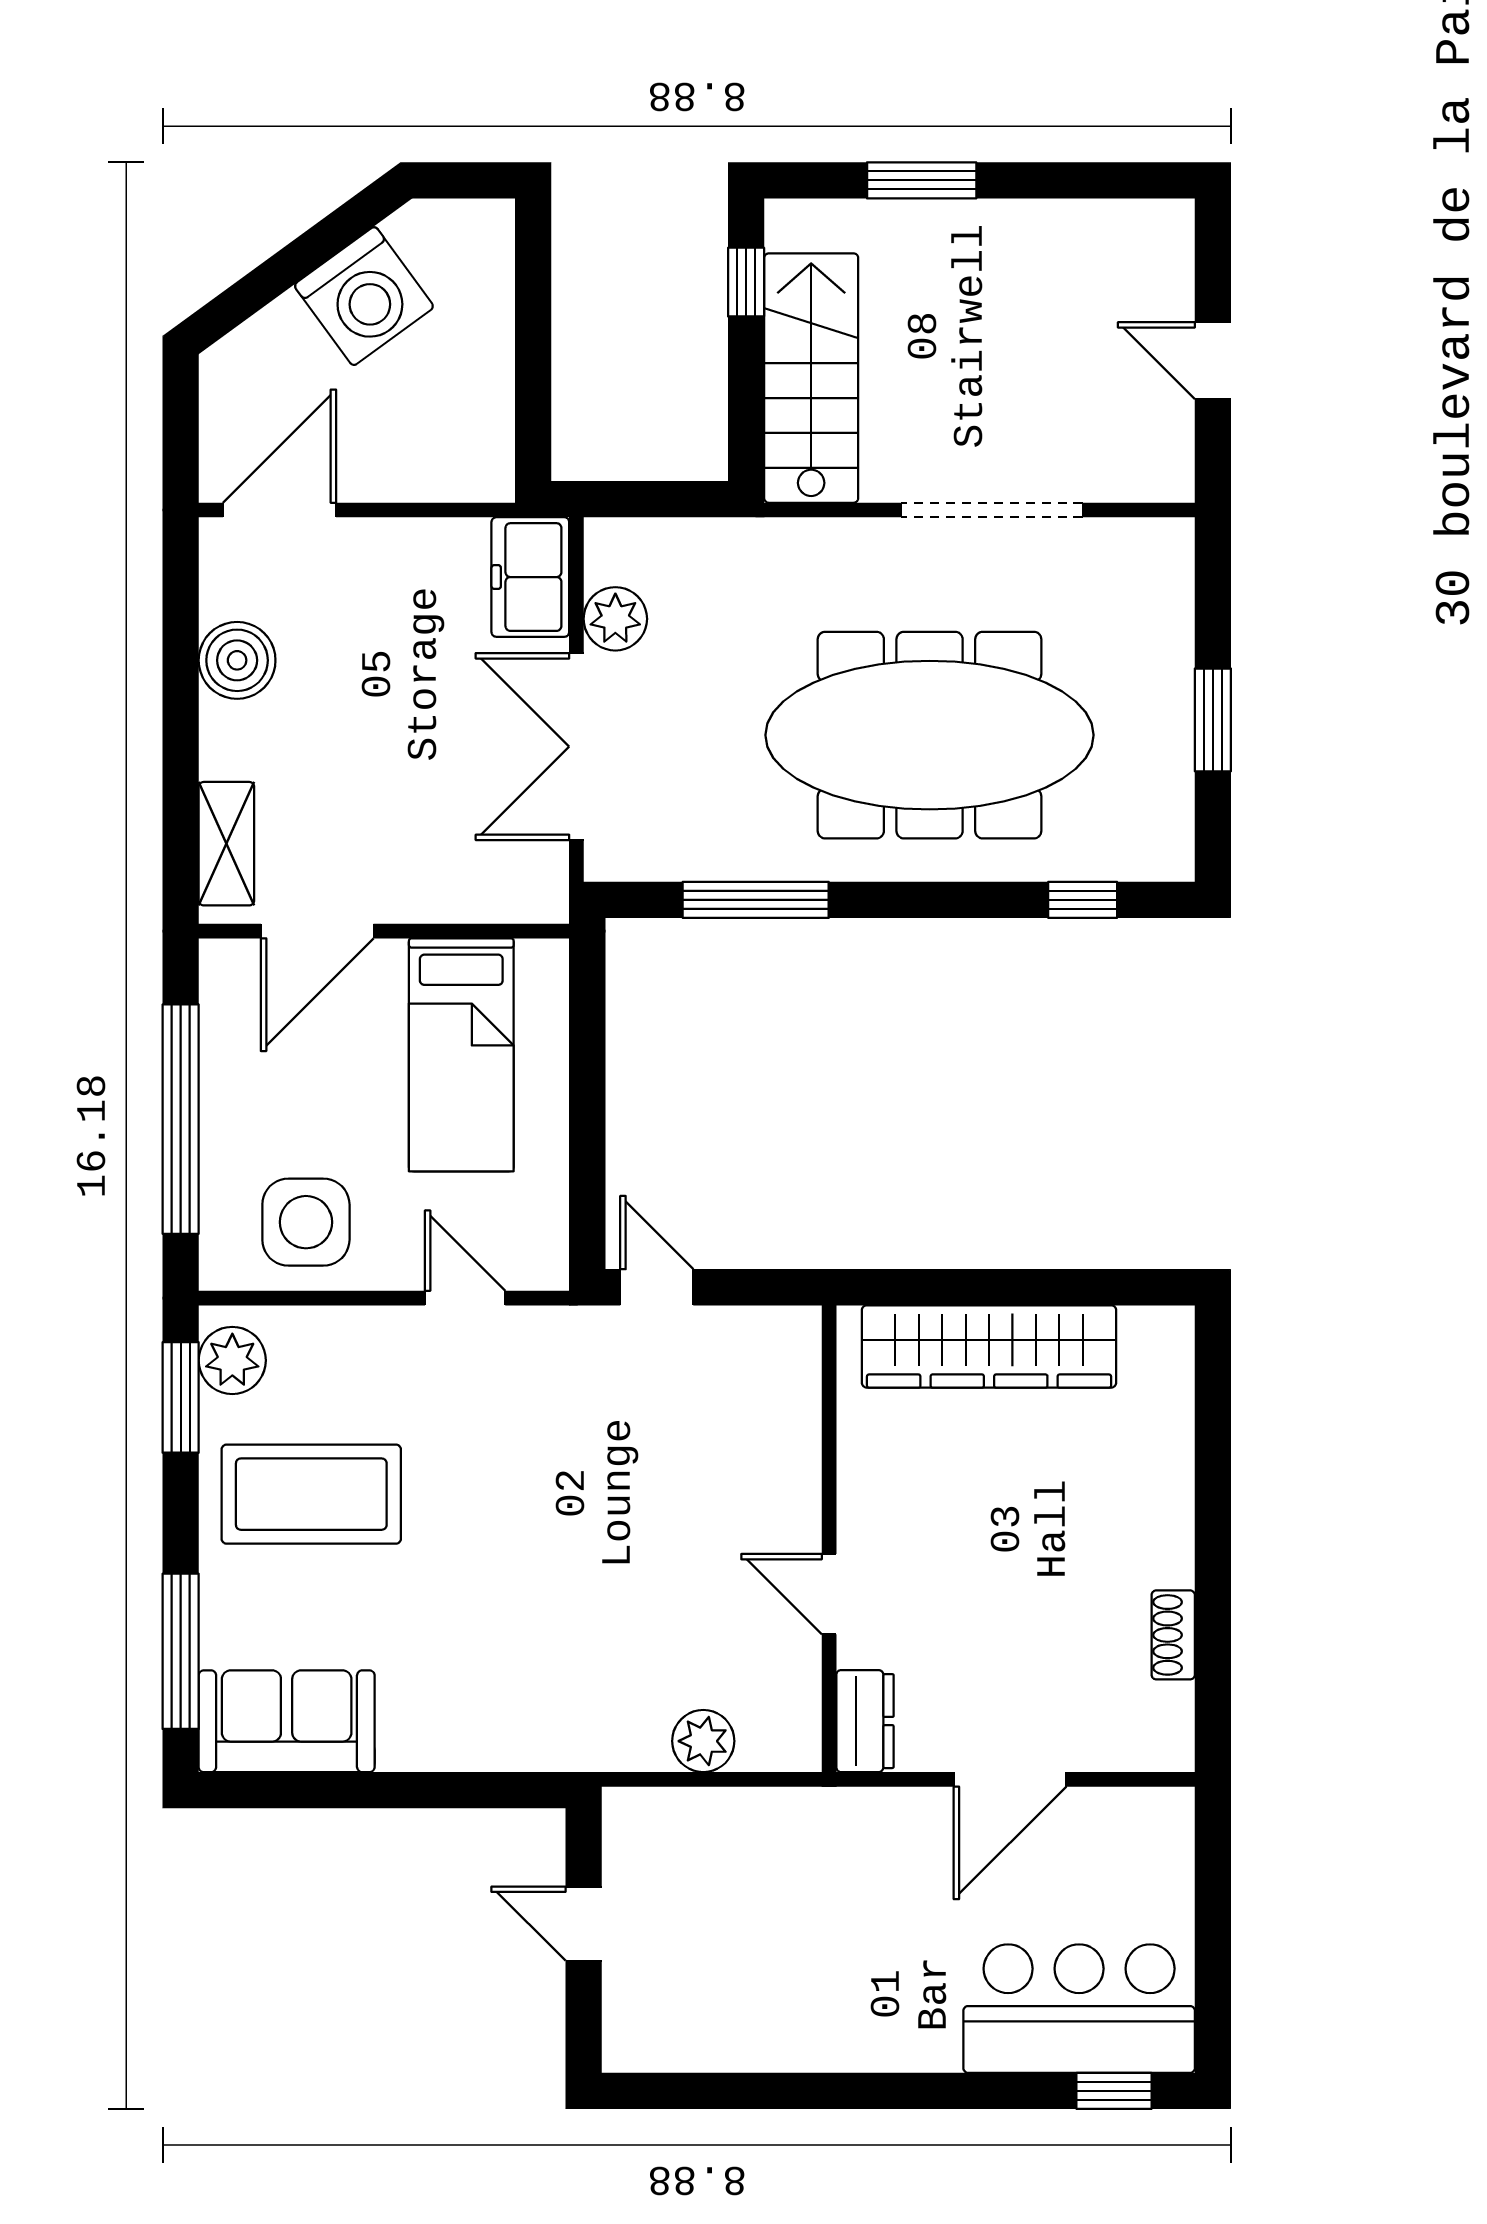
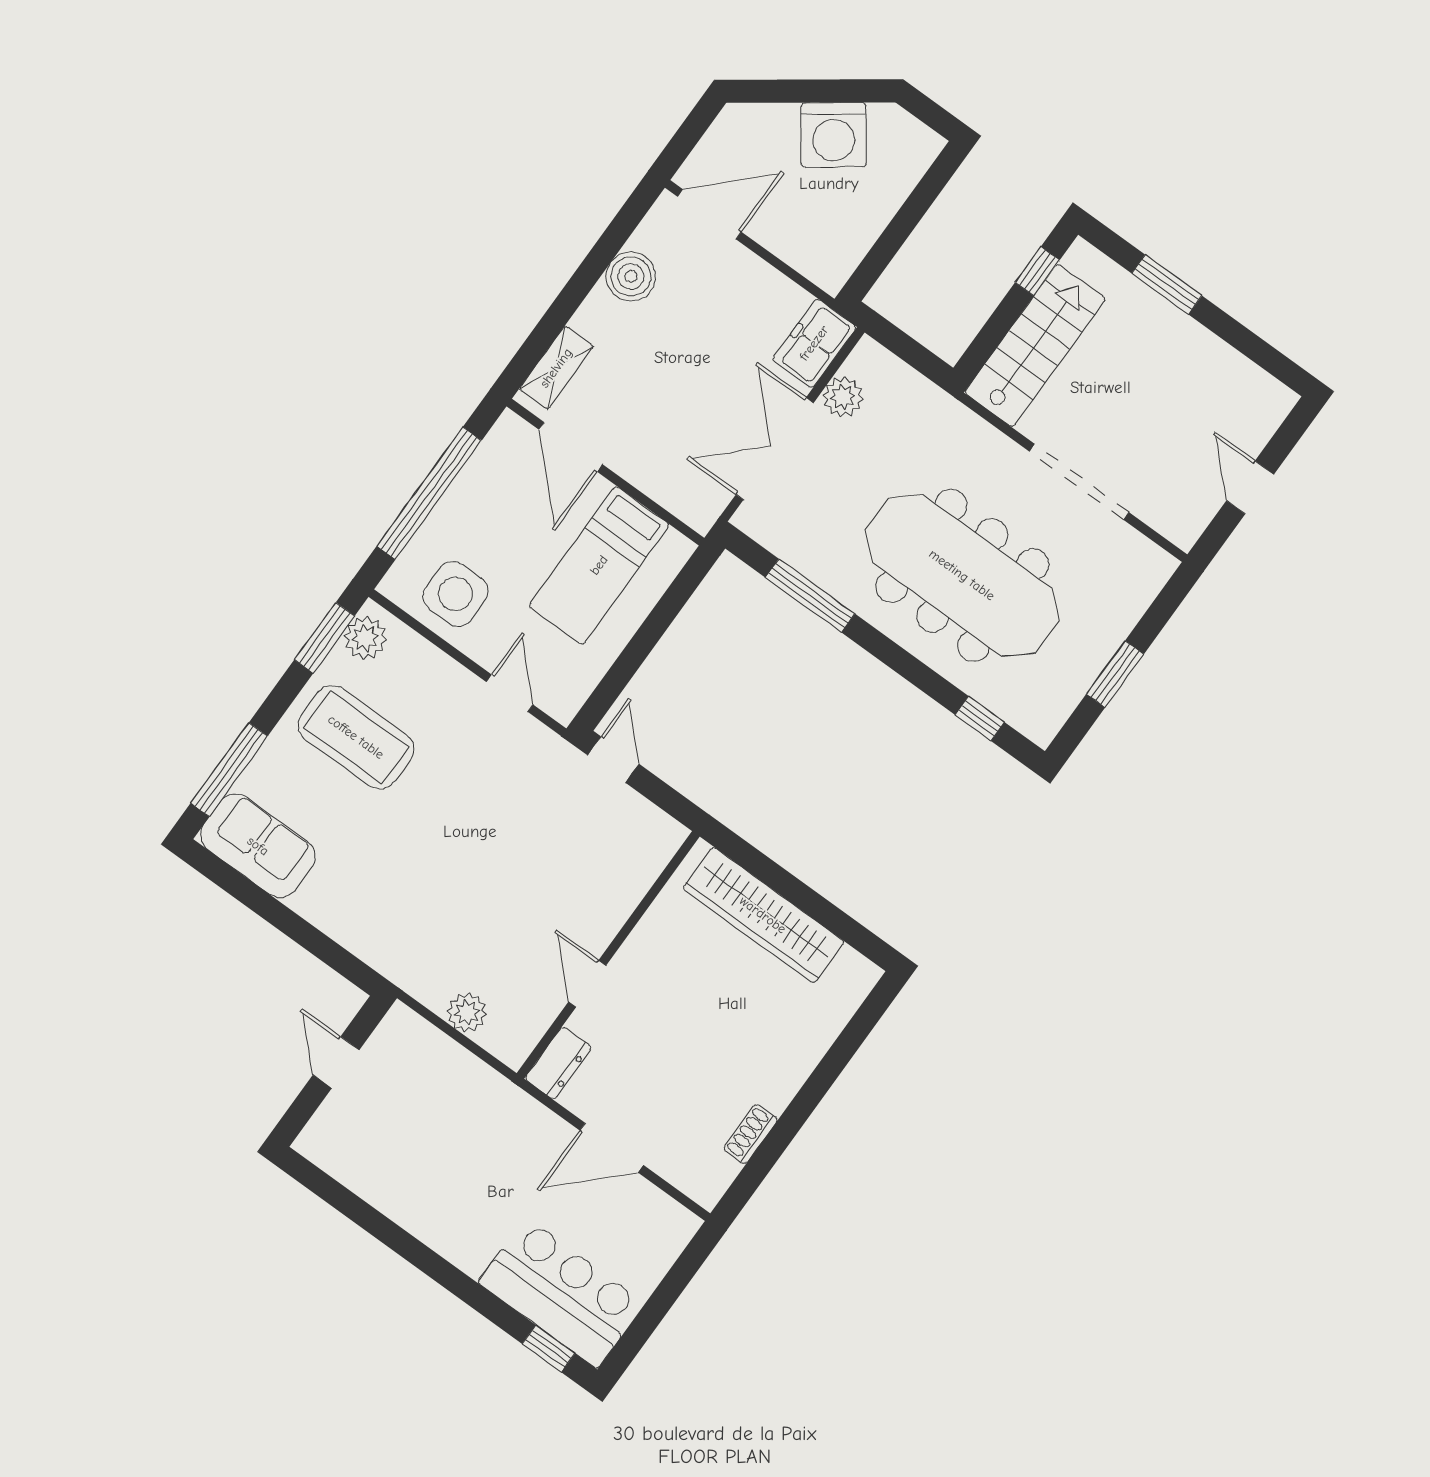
door: (317, 931) -> (571, 447), hinge flipped

